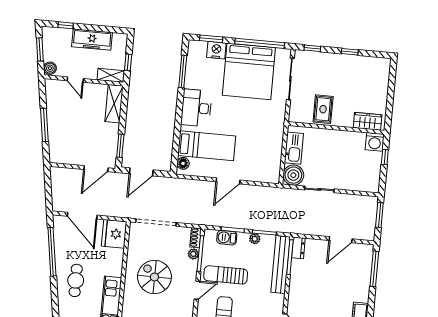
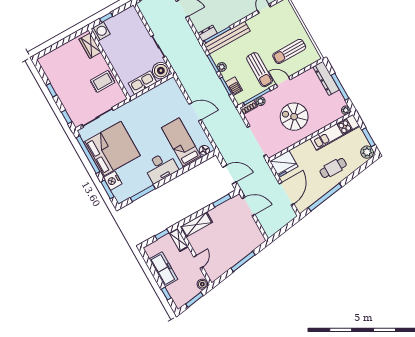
spiral stairs: (154, 277) -> (294, 117), turned 90

